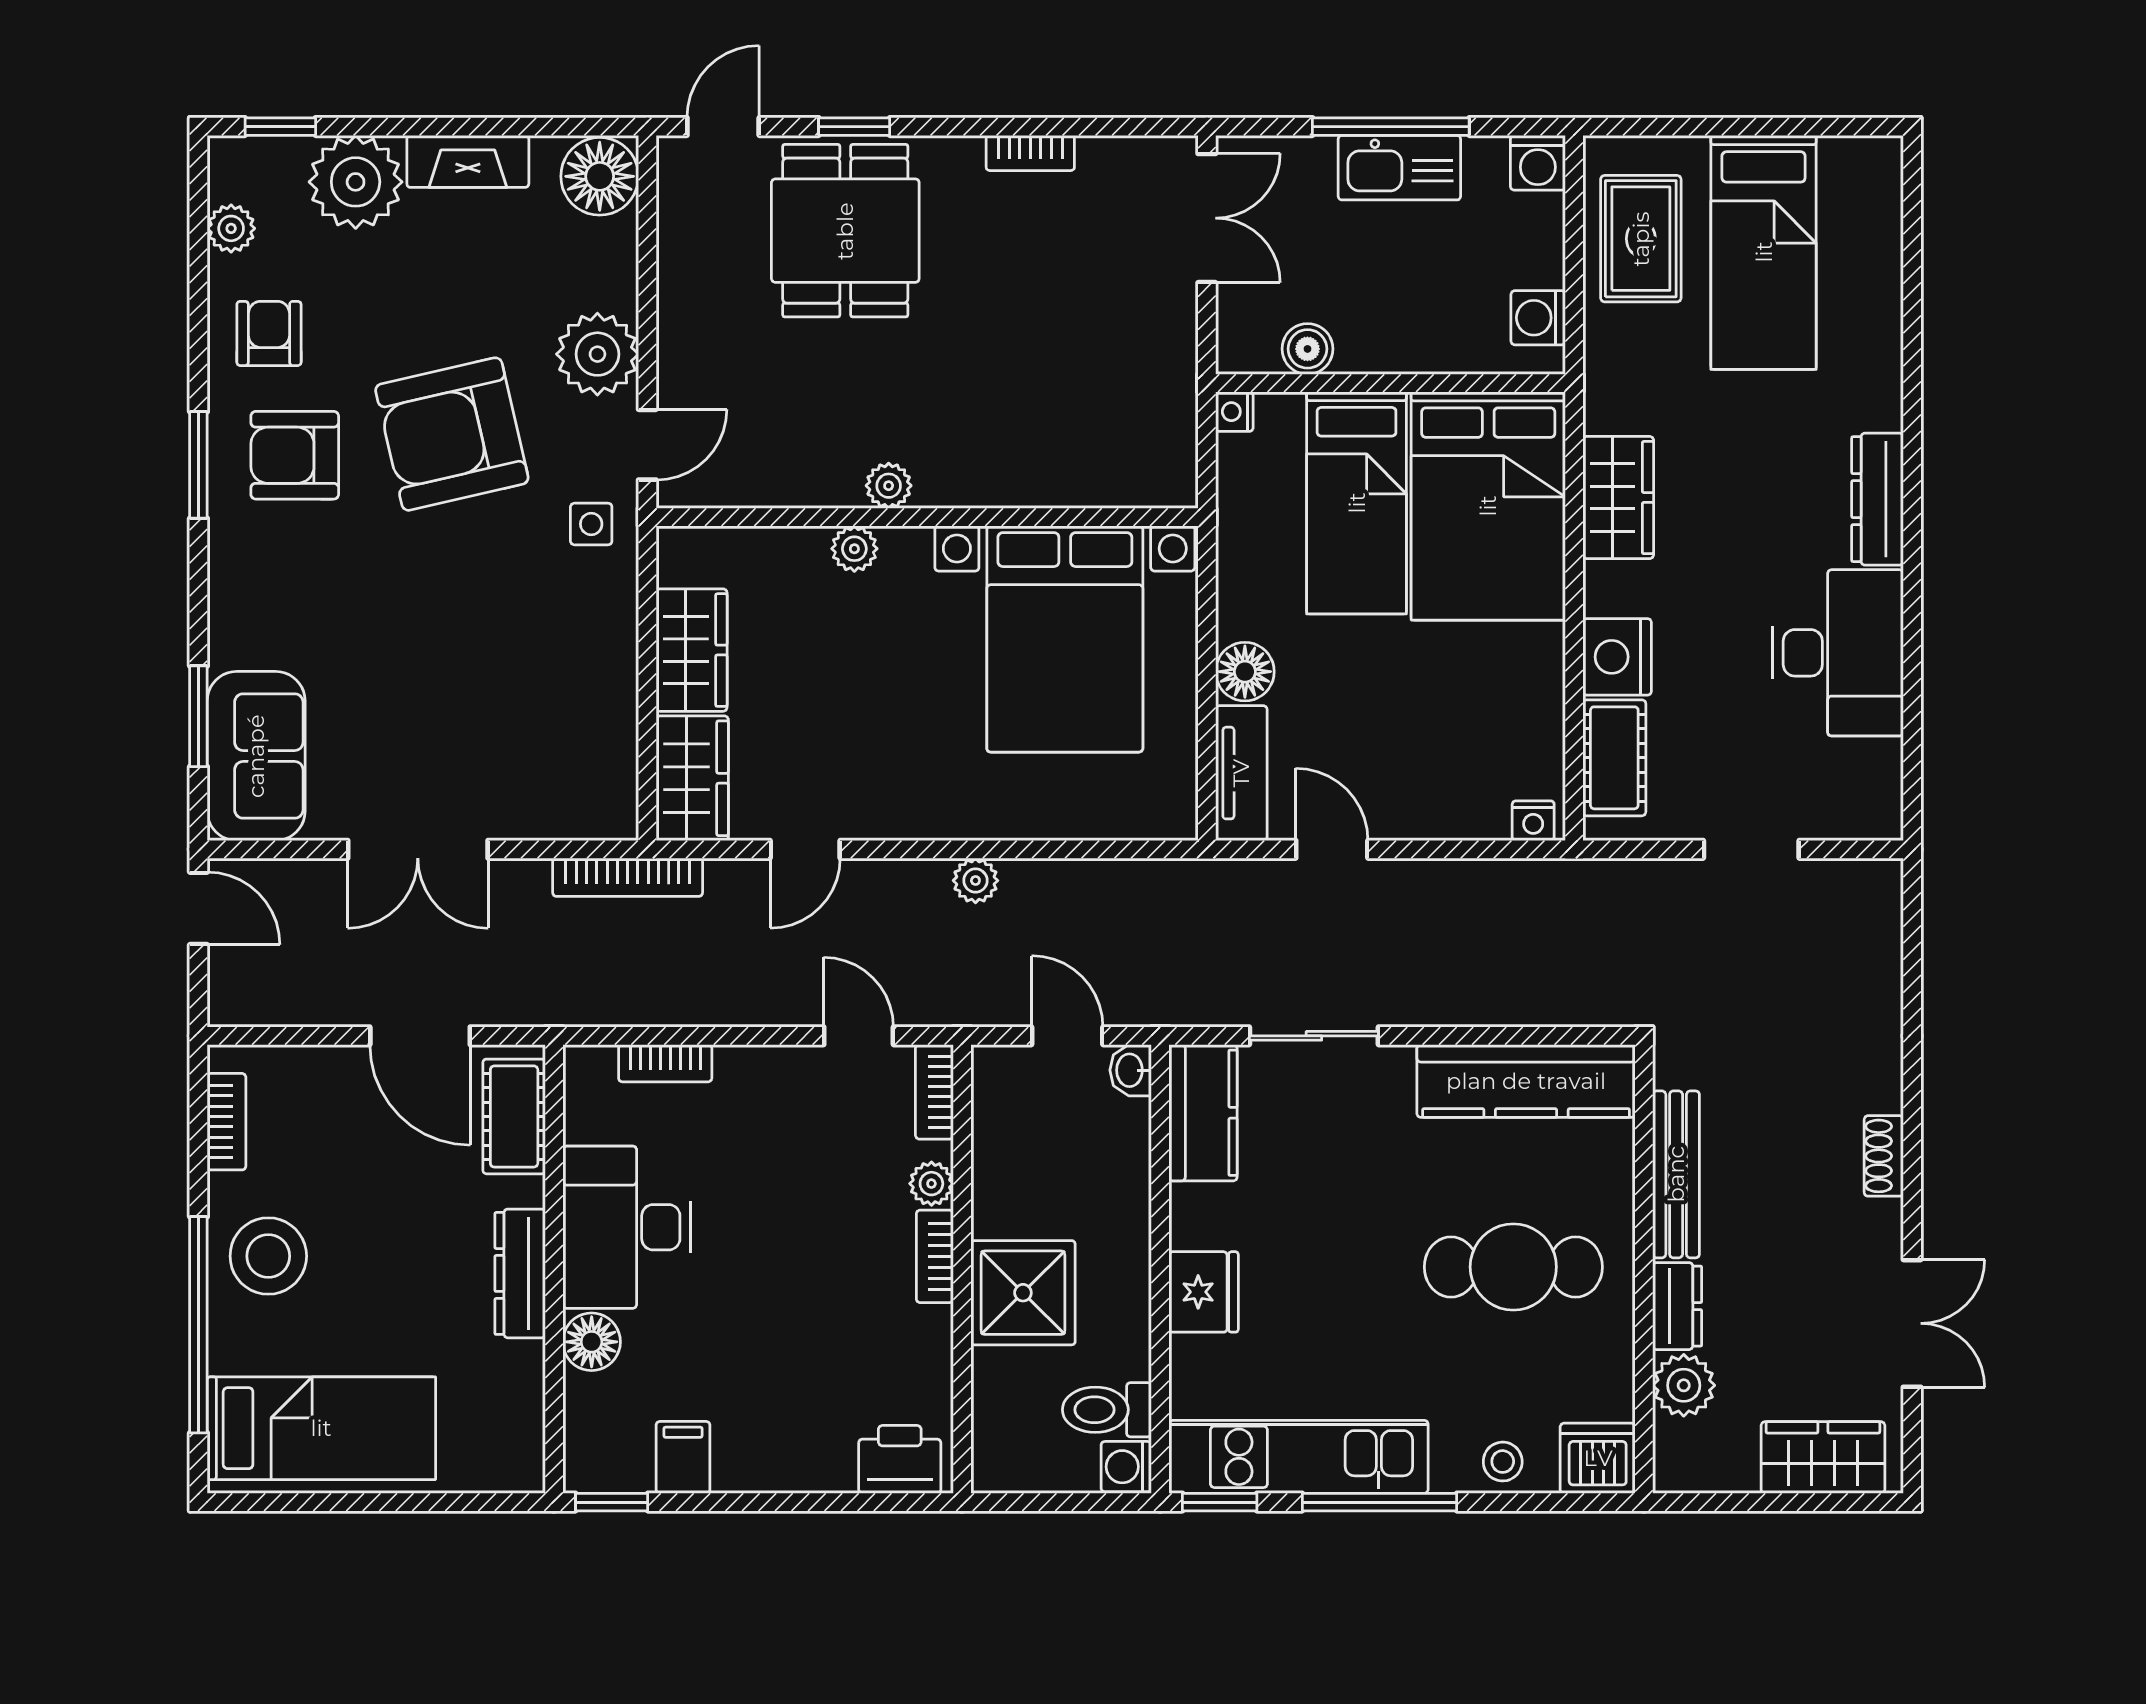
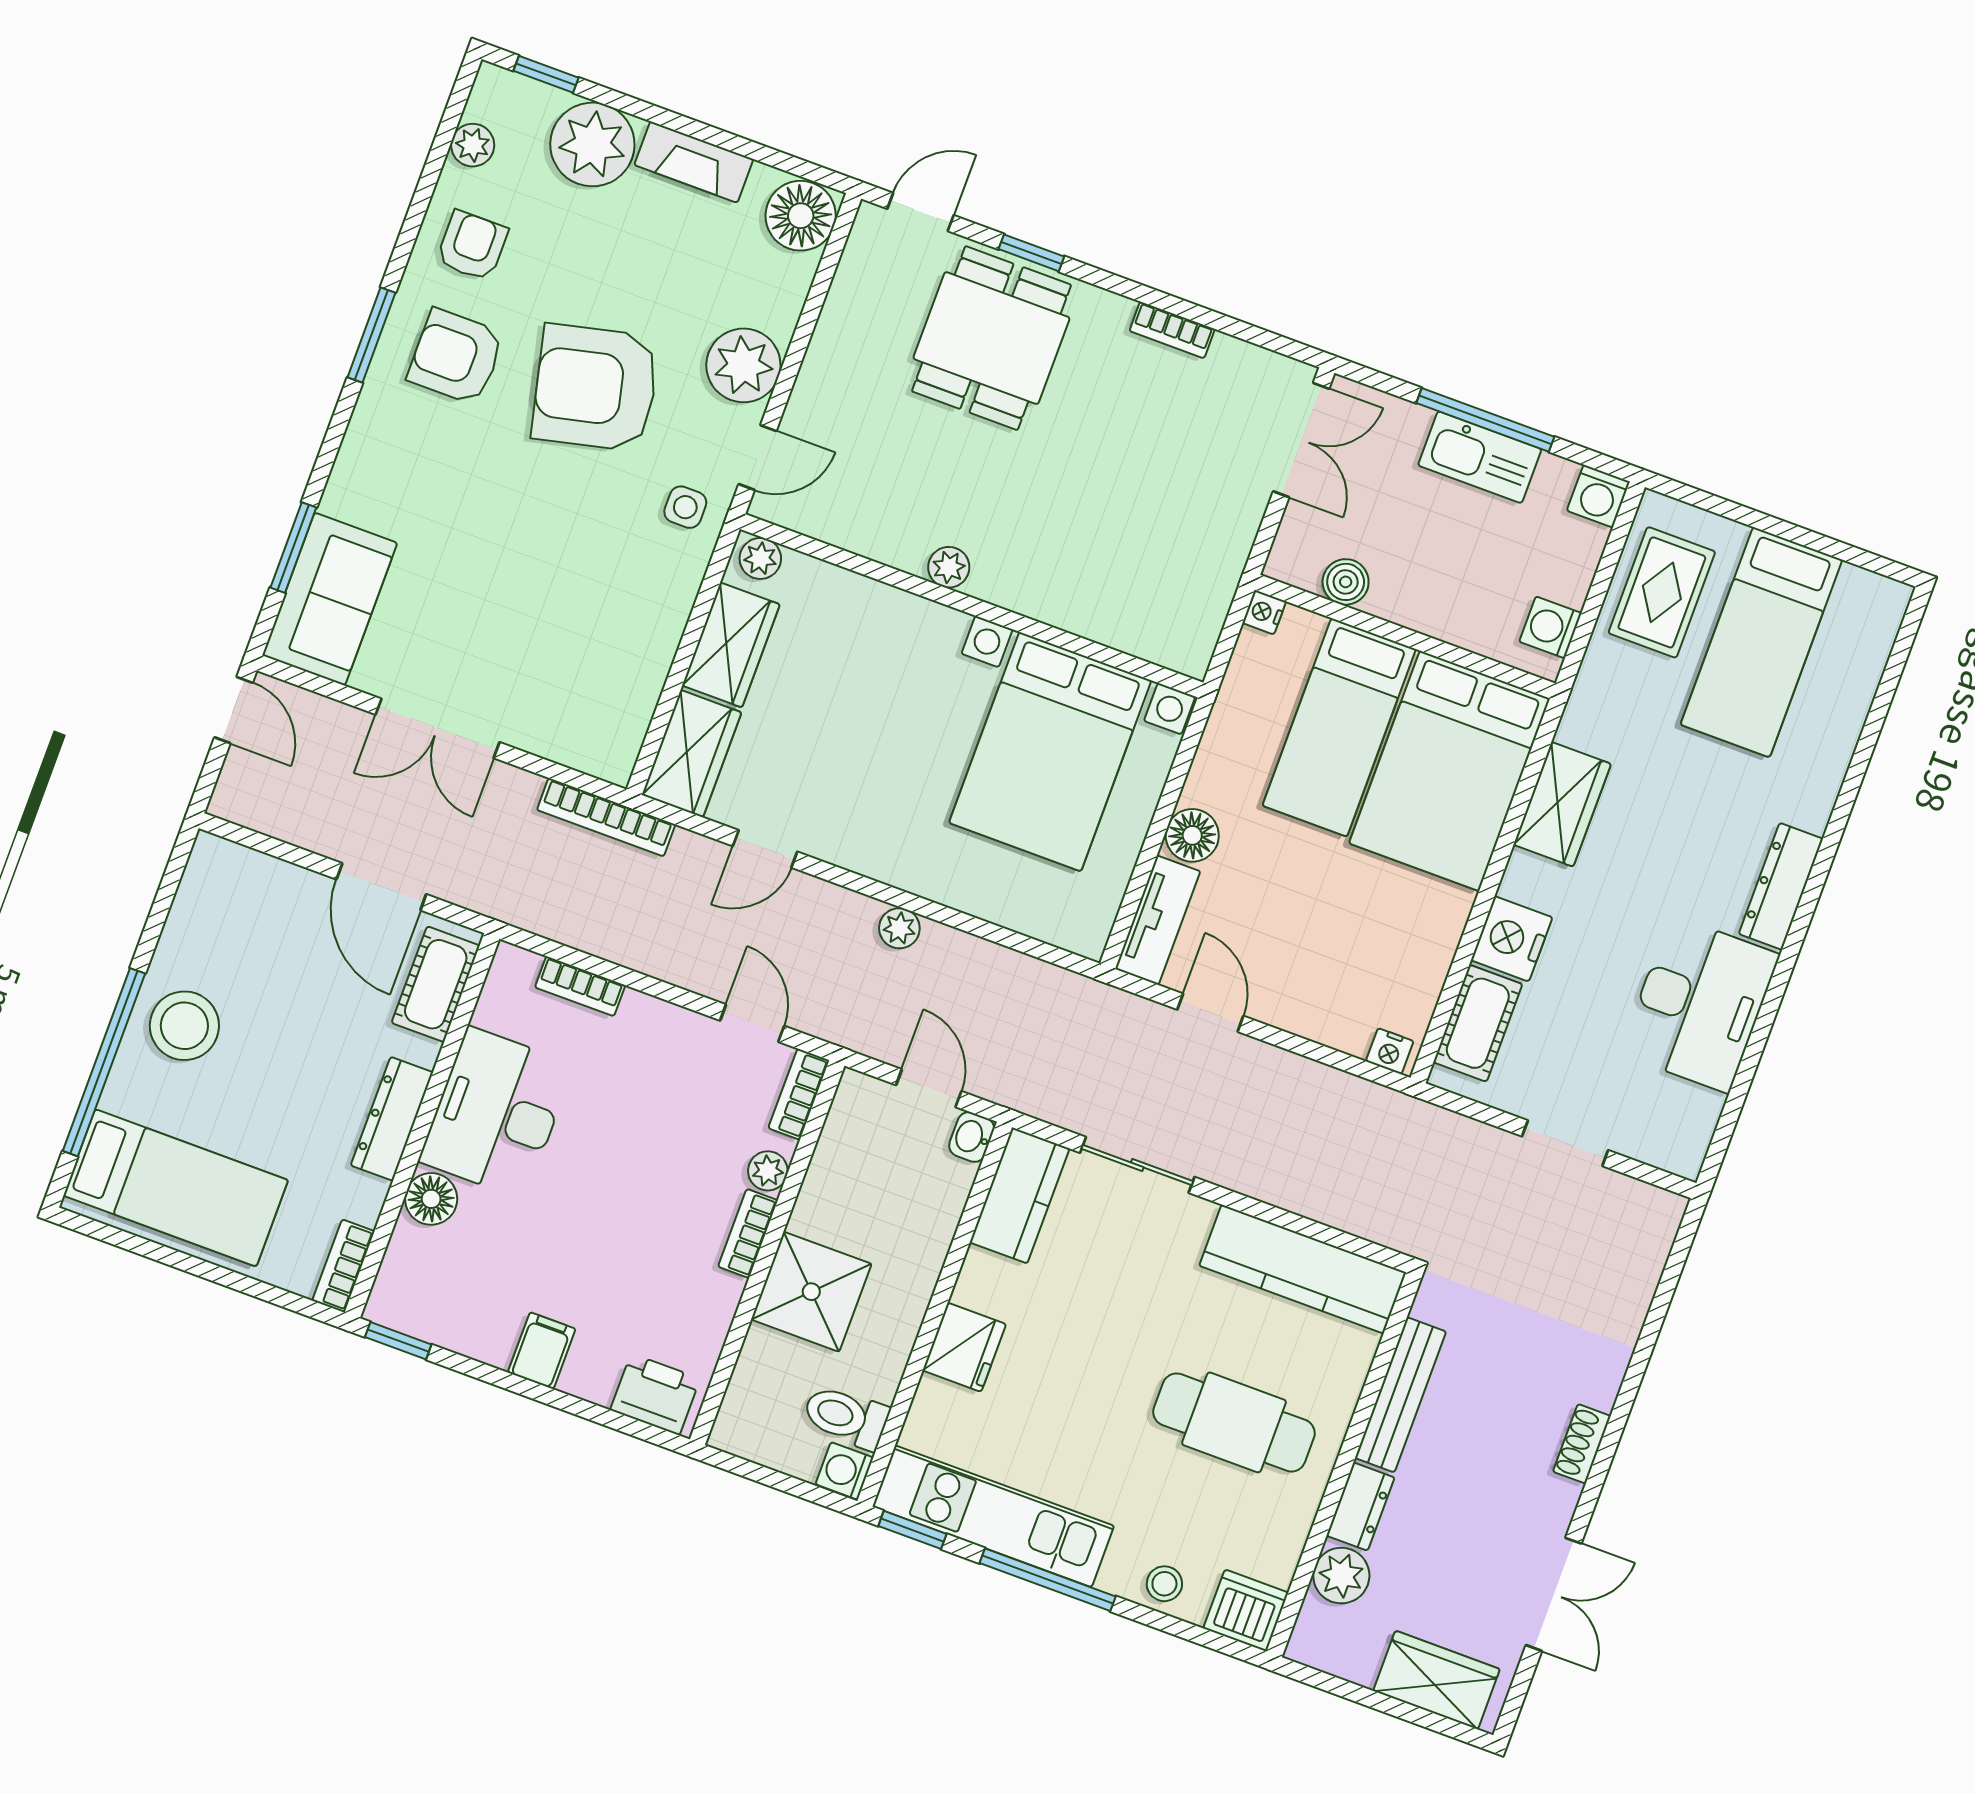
plant: (854, 549) -> (760, 558), moved
bookcase: (227, 1122) -> (344, 1266), moved, turned 180
filing cabinet: (683, 1457) -> (542, 1351), moved

